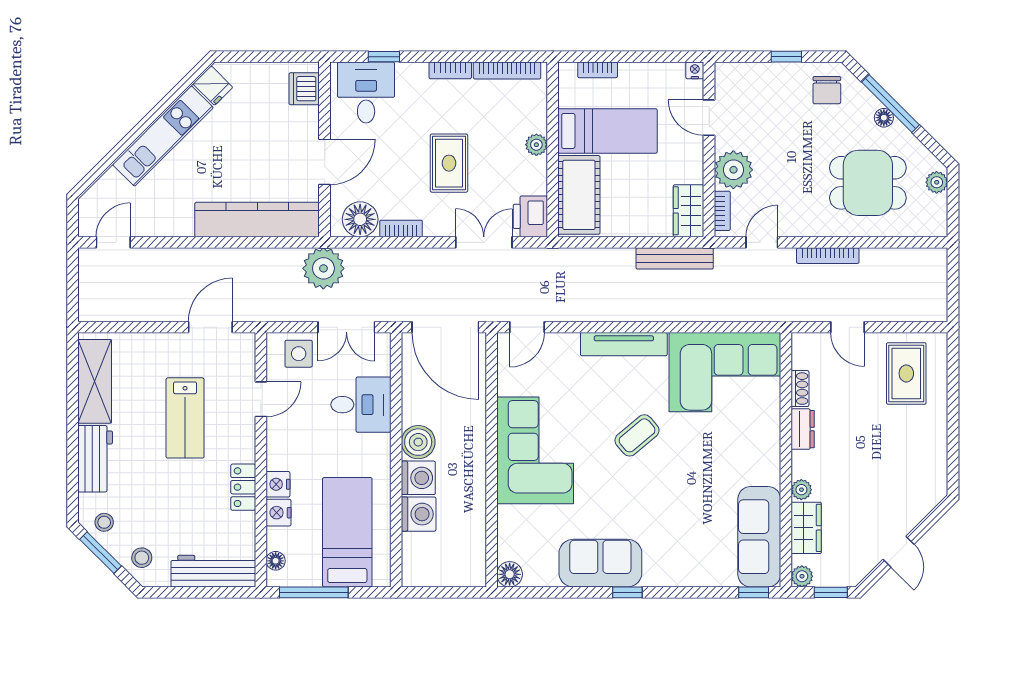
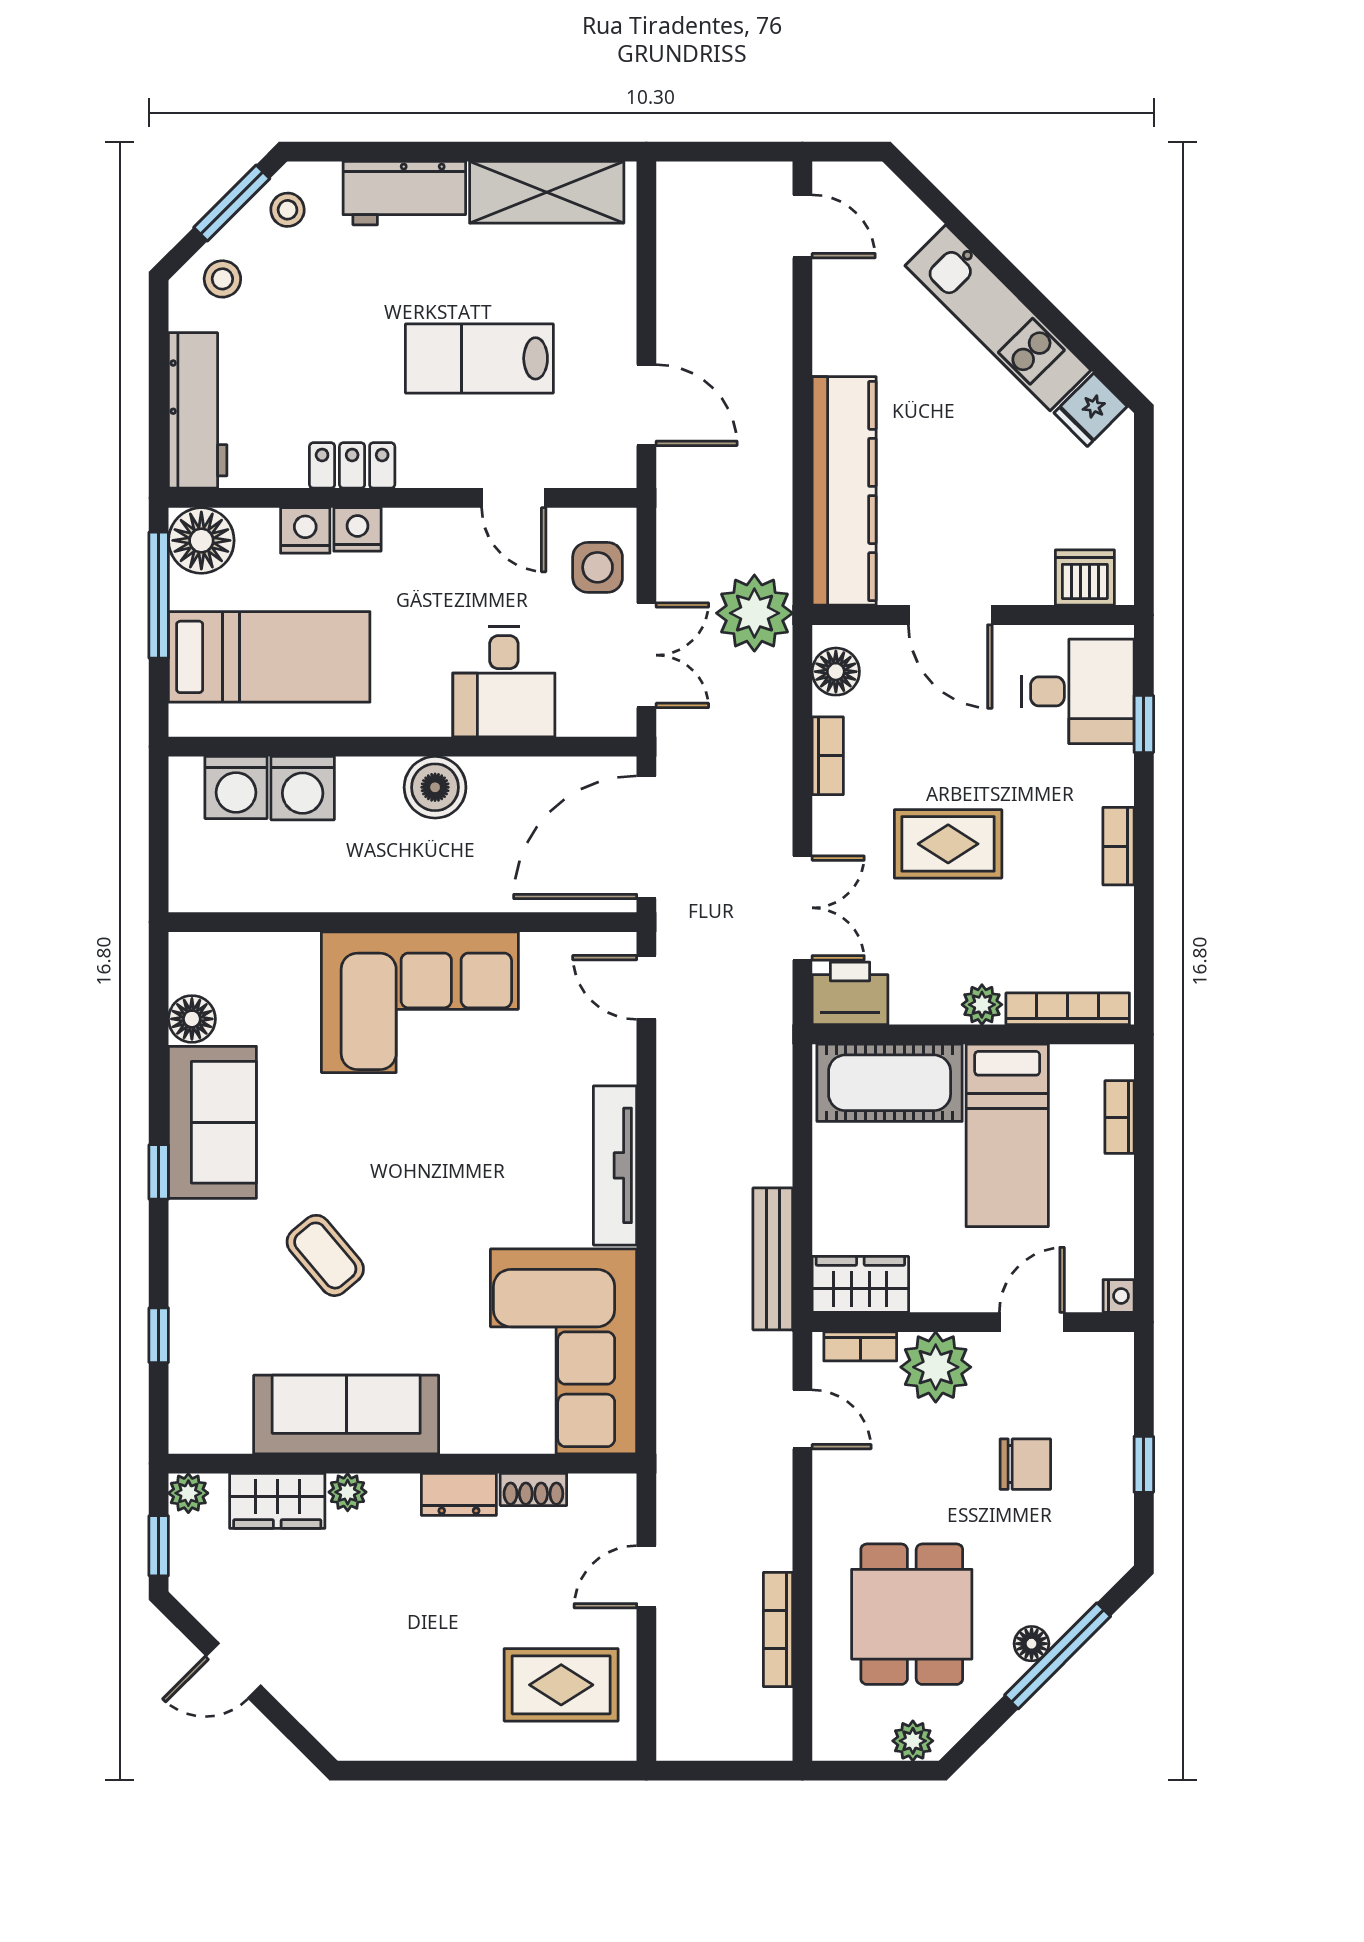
bookcase: (507, 71) -> (1068, 1009), moved, turned 90
chair: (827, 90) -> (1025, 1464), moved, turned 180
floor lamp: (360, 219) -> (836, 672), width x0.73, depth x0.73
bookcase: (828, 256) -> (778, 1629), moved
double door: (346, 327) -> (646, 655), swing flipped
coffee table: (637, 435) -> (325, 1255), moved
washing machine: (418, 478) -> (236, 787), moved
sofa: (759, 537) -> (346, 1414), moved
floor lamp: (276, 561) -> (201, 540), width x1.89, depth x1.89
floor lamp: (510, 574) -> (192, 1019), moved
window: (754, 592) -> (159, 1335), moved

